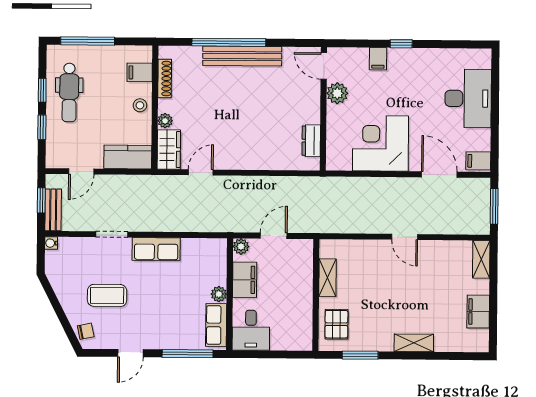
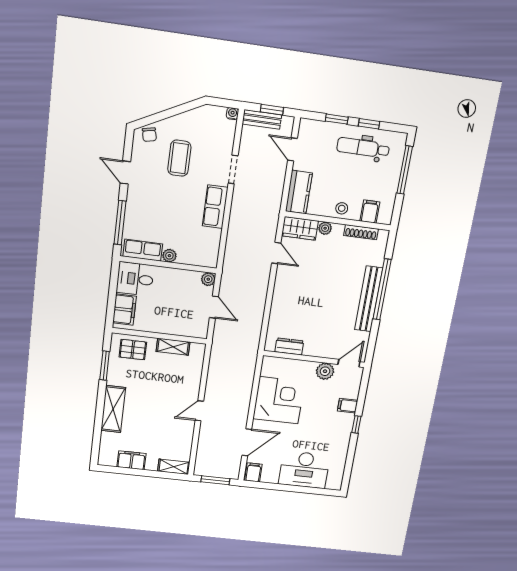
filing cabinet: (245, 280) -> (124, 309), moved, turned -90
shelving: (414, 343) -> (113, 409), width x1.50, depth x1.33

